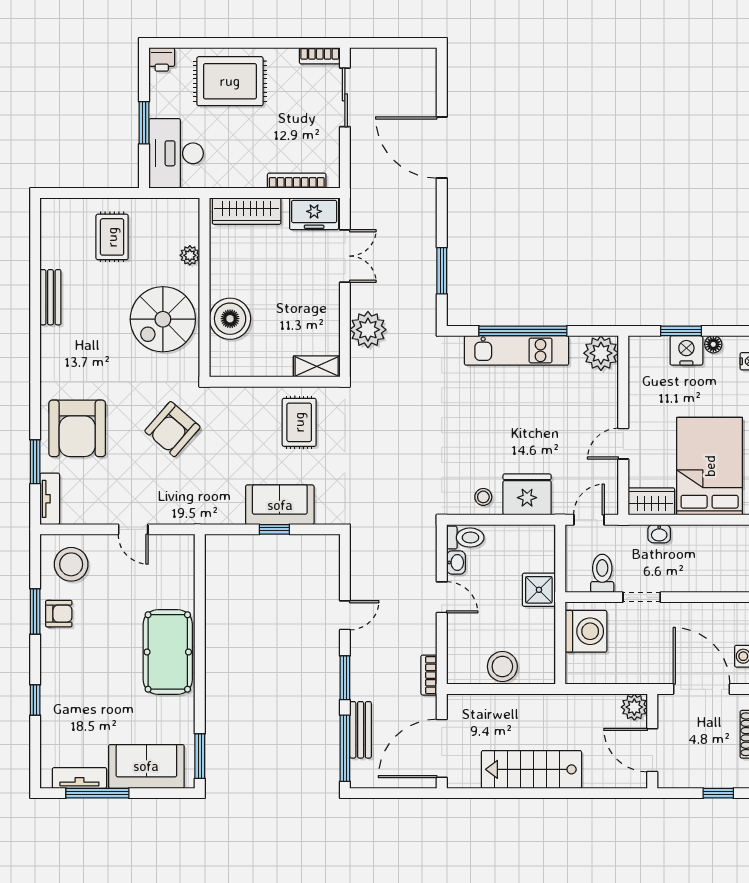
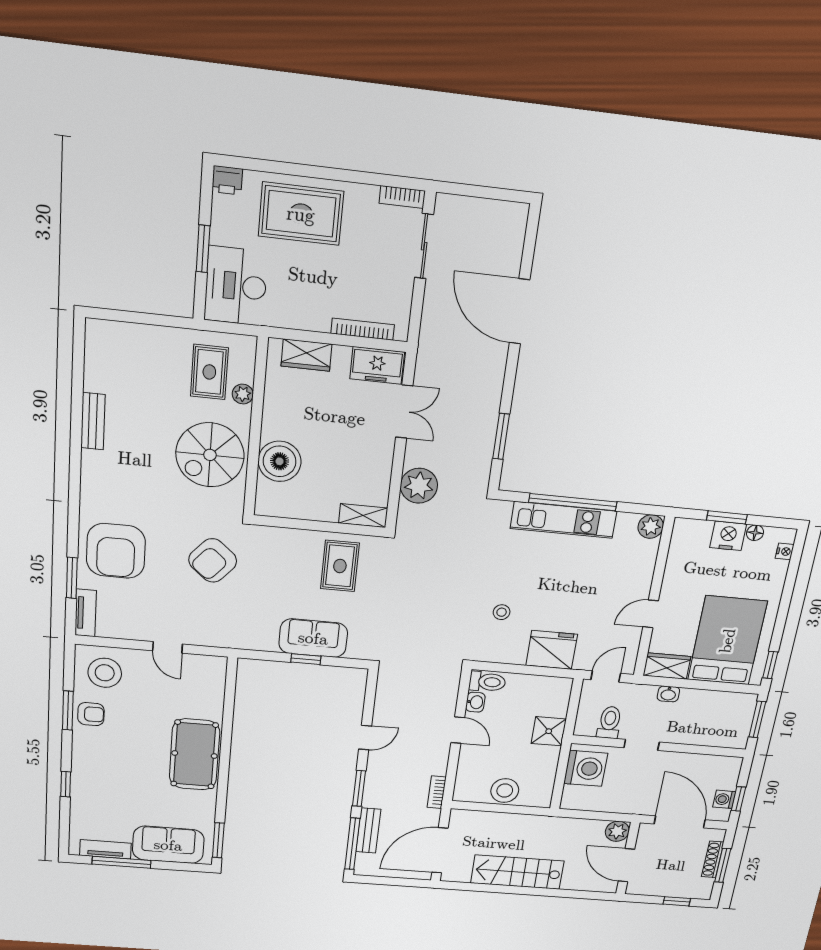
wardrobe: (247, 211) -> (306, 355), width x0.67
rug: (112, 237) -> (209, 372), moved
plant: (601, 353) -> (651, 527), width x0.73, depth x0.73
stool: (483, 497) -> (502, 612), moved

